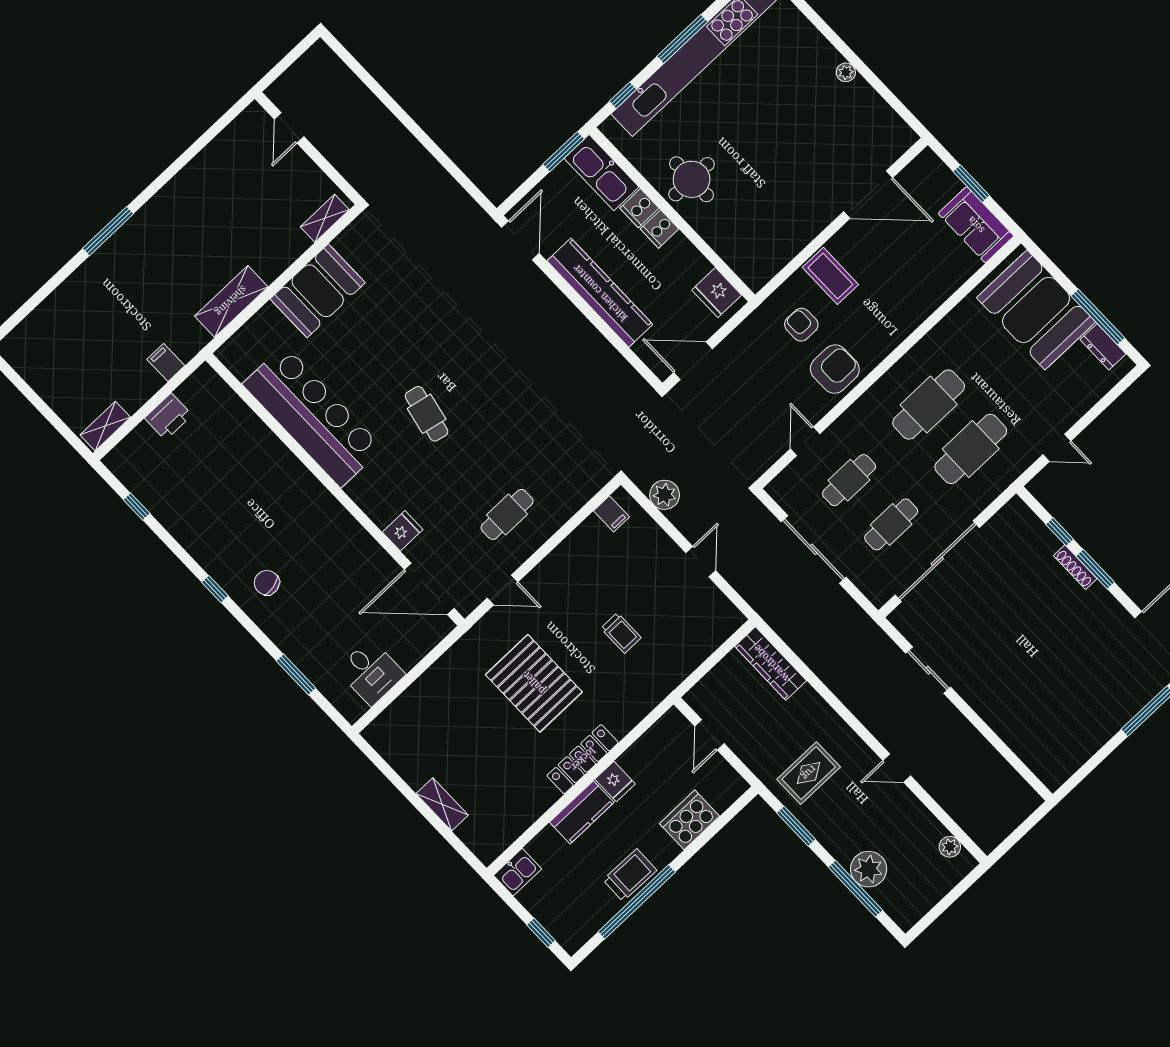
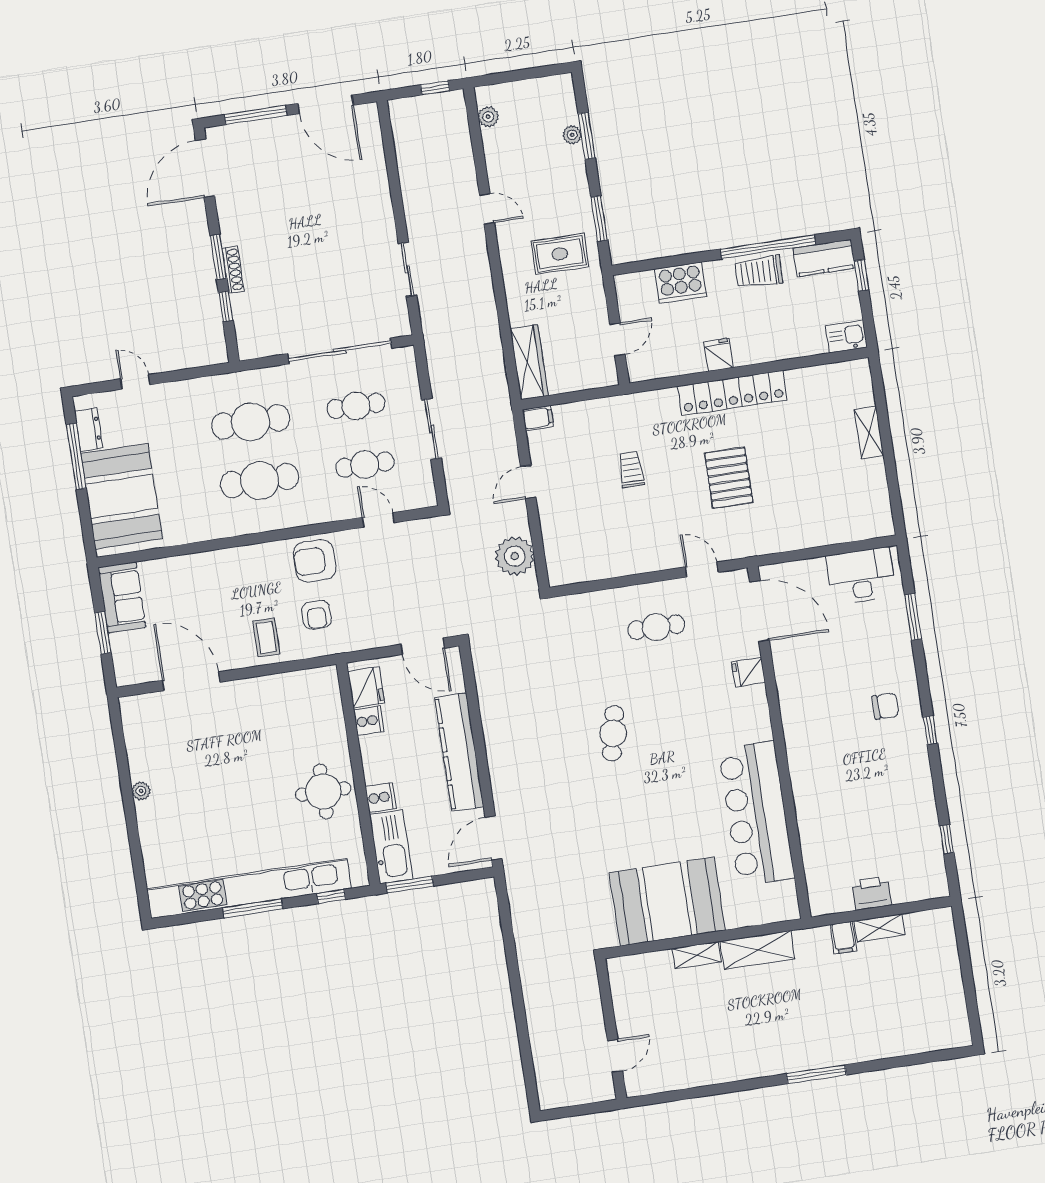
shelving: (325, 218) -> (697, 955), moved
cooker: (660, 229) -> (369, 721), moved
coffee table: (830, 276) -> (266, 637), width x0.73, depth x0.77
booth: (318, 291) -> (667, 902), width x1.36, depth x1.42
cafe table: (427, 414) -> (613, 733), moved
shelving: (105, 426) -> (880, 928), moved
door: (805, 441) -> (378, 520), swing flipped
door: (1057, 448) -> (135, 382), moved
plant: (665, 495) -> (515, 556), width x1.36, depth x1.36
filing cabinet: (611, 514) -> (538, 418), moved, turned 90
sliding door: (814, 549) -> (432, 429), width x0.73
chair: (267, 583) -> (885, 706), turned -78
desk: (371, 672) -> (861, 576), width x1.37
pallet: (534, 683) -> (729, 478), width x0.73, depth x0.71
locker: (583, 759) -> (732, 393), width x1.41, depth x1.21
door: (1094, 761) -> (326, 104), added
kitchen counter: (582, 812) -> (824, 258), moved, turned 180
window: (1012, 840) -> (435, 88), added
plant: (869, 869) -> (572, 135), width x0.53, depth x0.53
window: (855, 889) -> (587, 136), width x0.69

